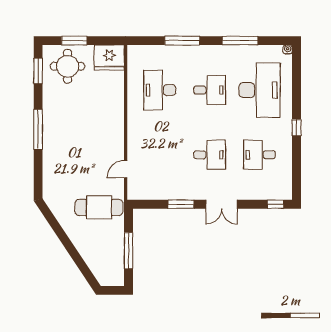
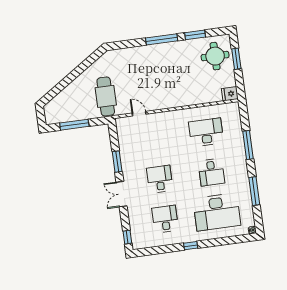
fridge: (109, 58) -> (230, 94), width x0.53, depth x0.75
window: (38, 71) -> (195, 35), moved
desk: (210, 155) -> (160, 179), turned 180

